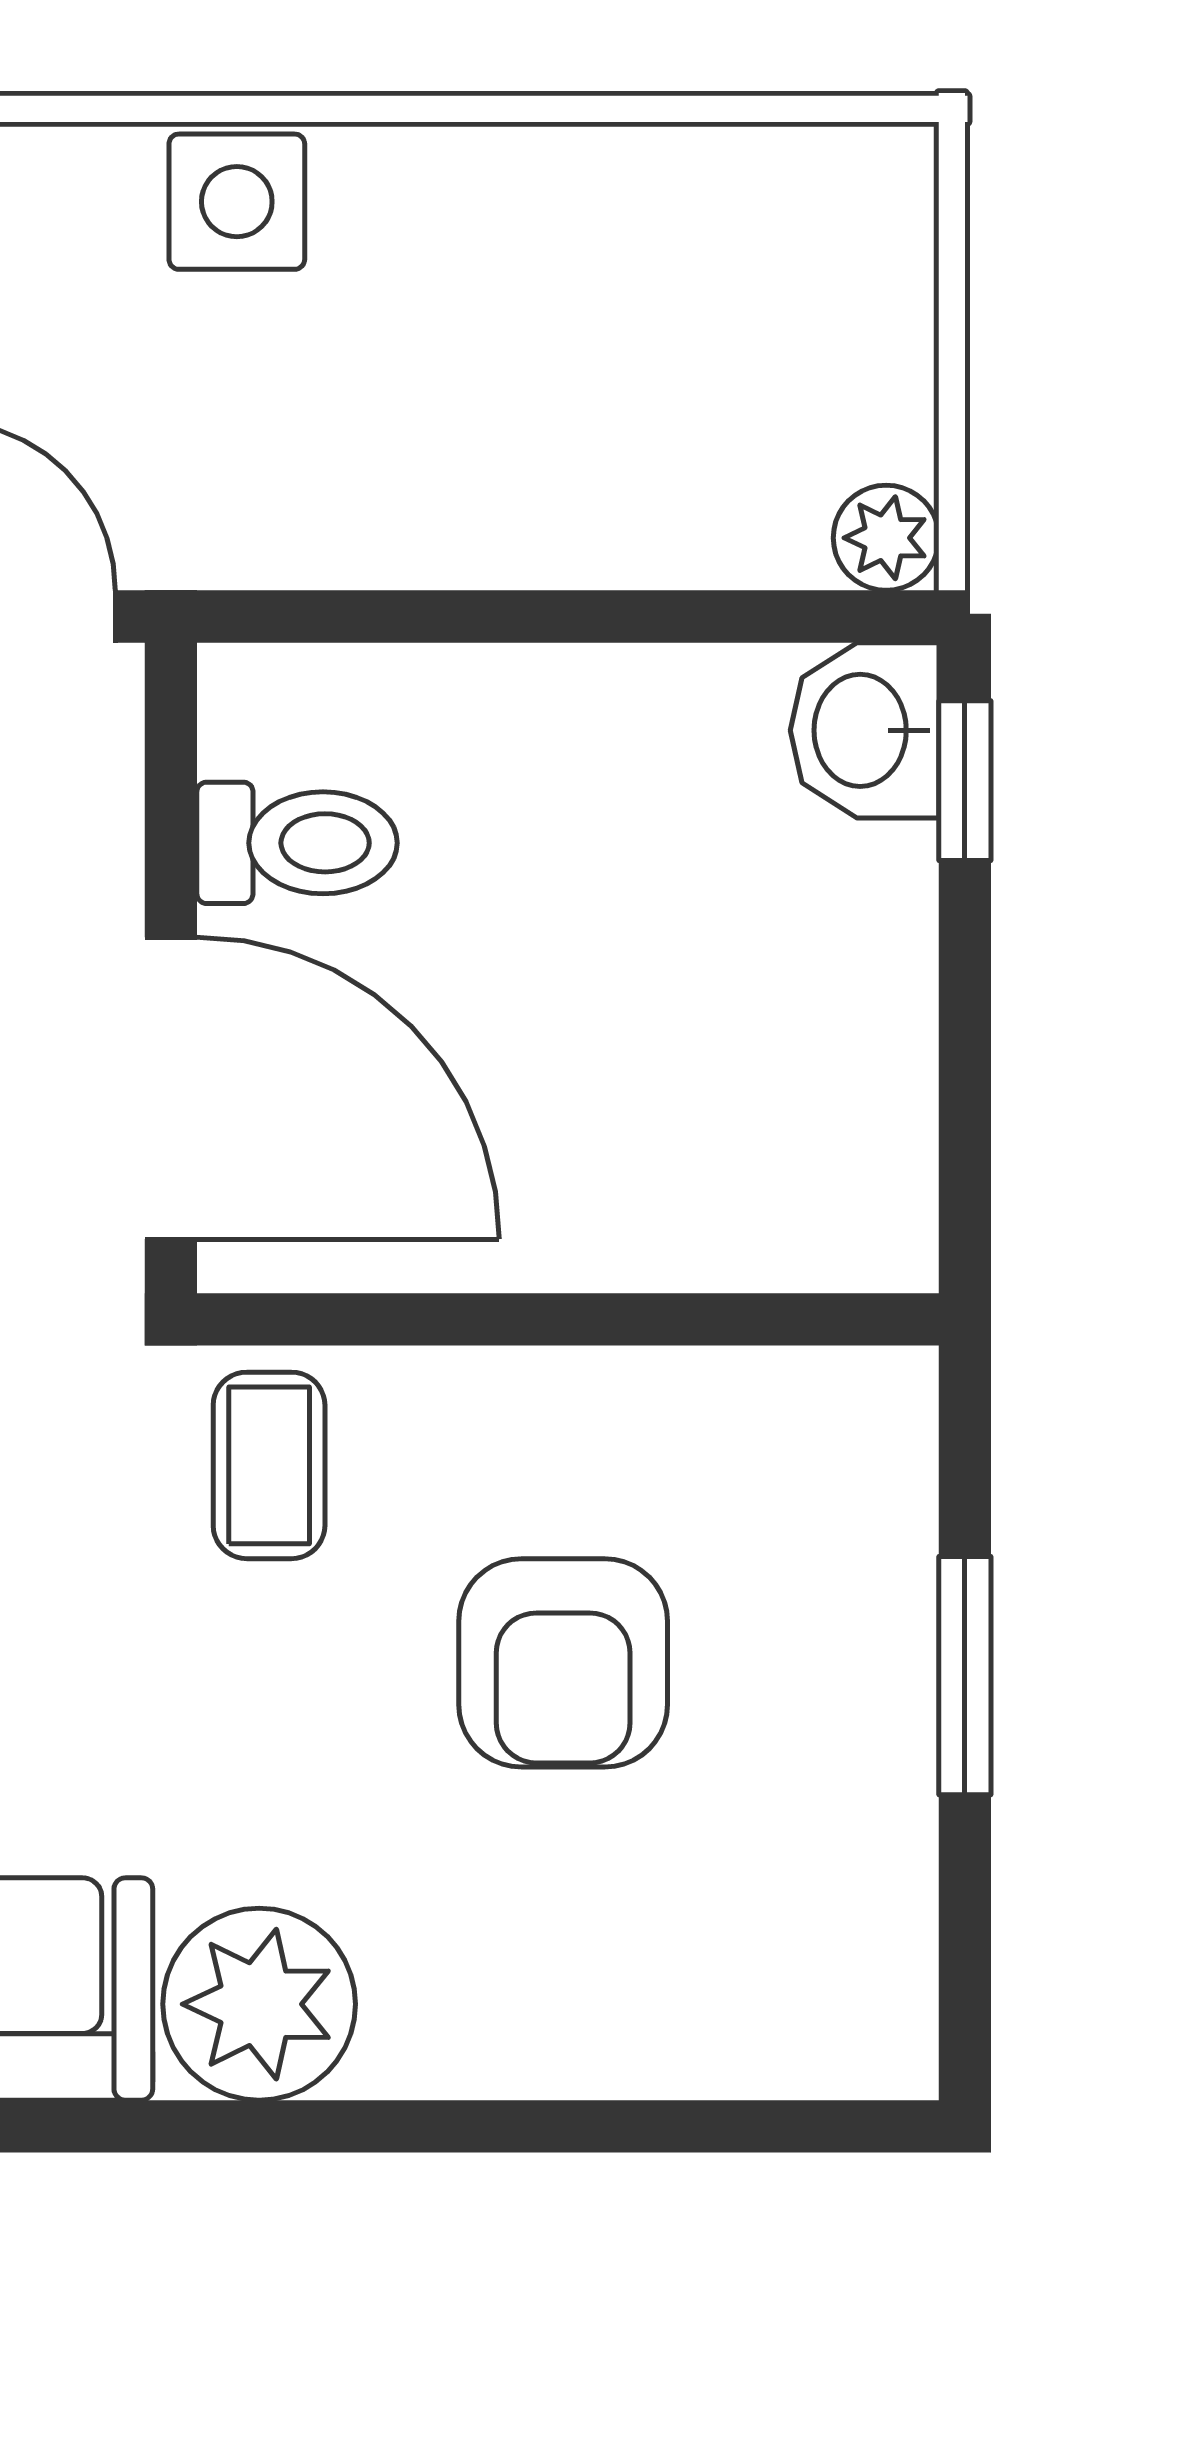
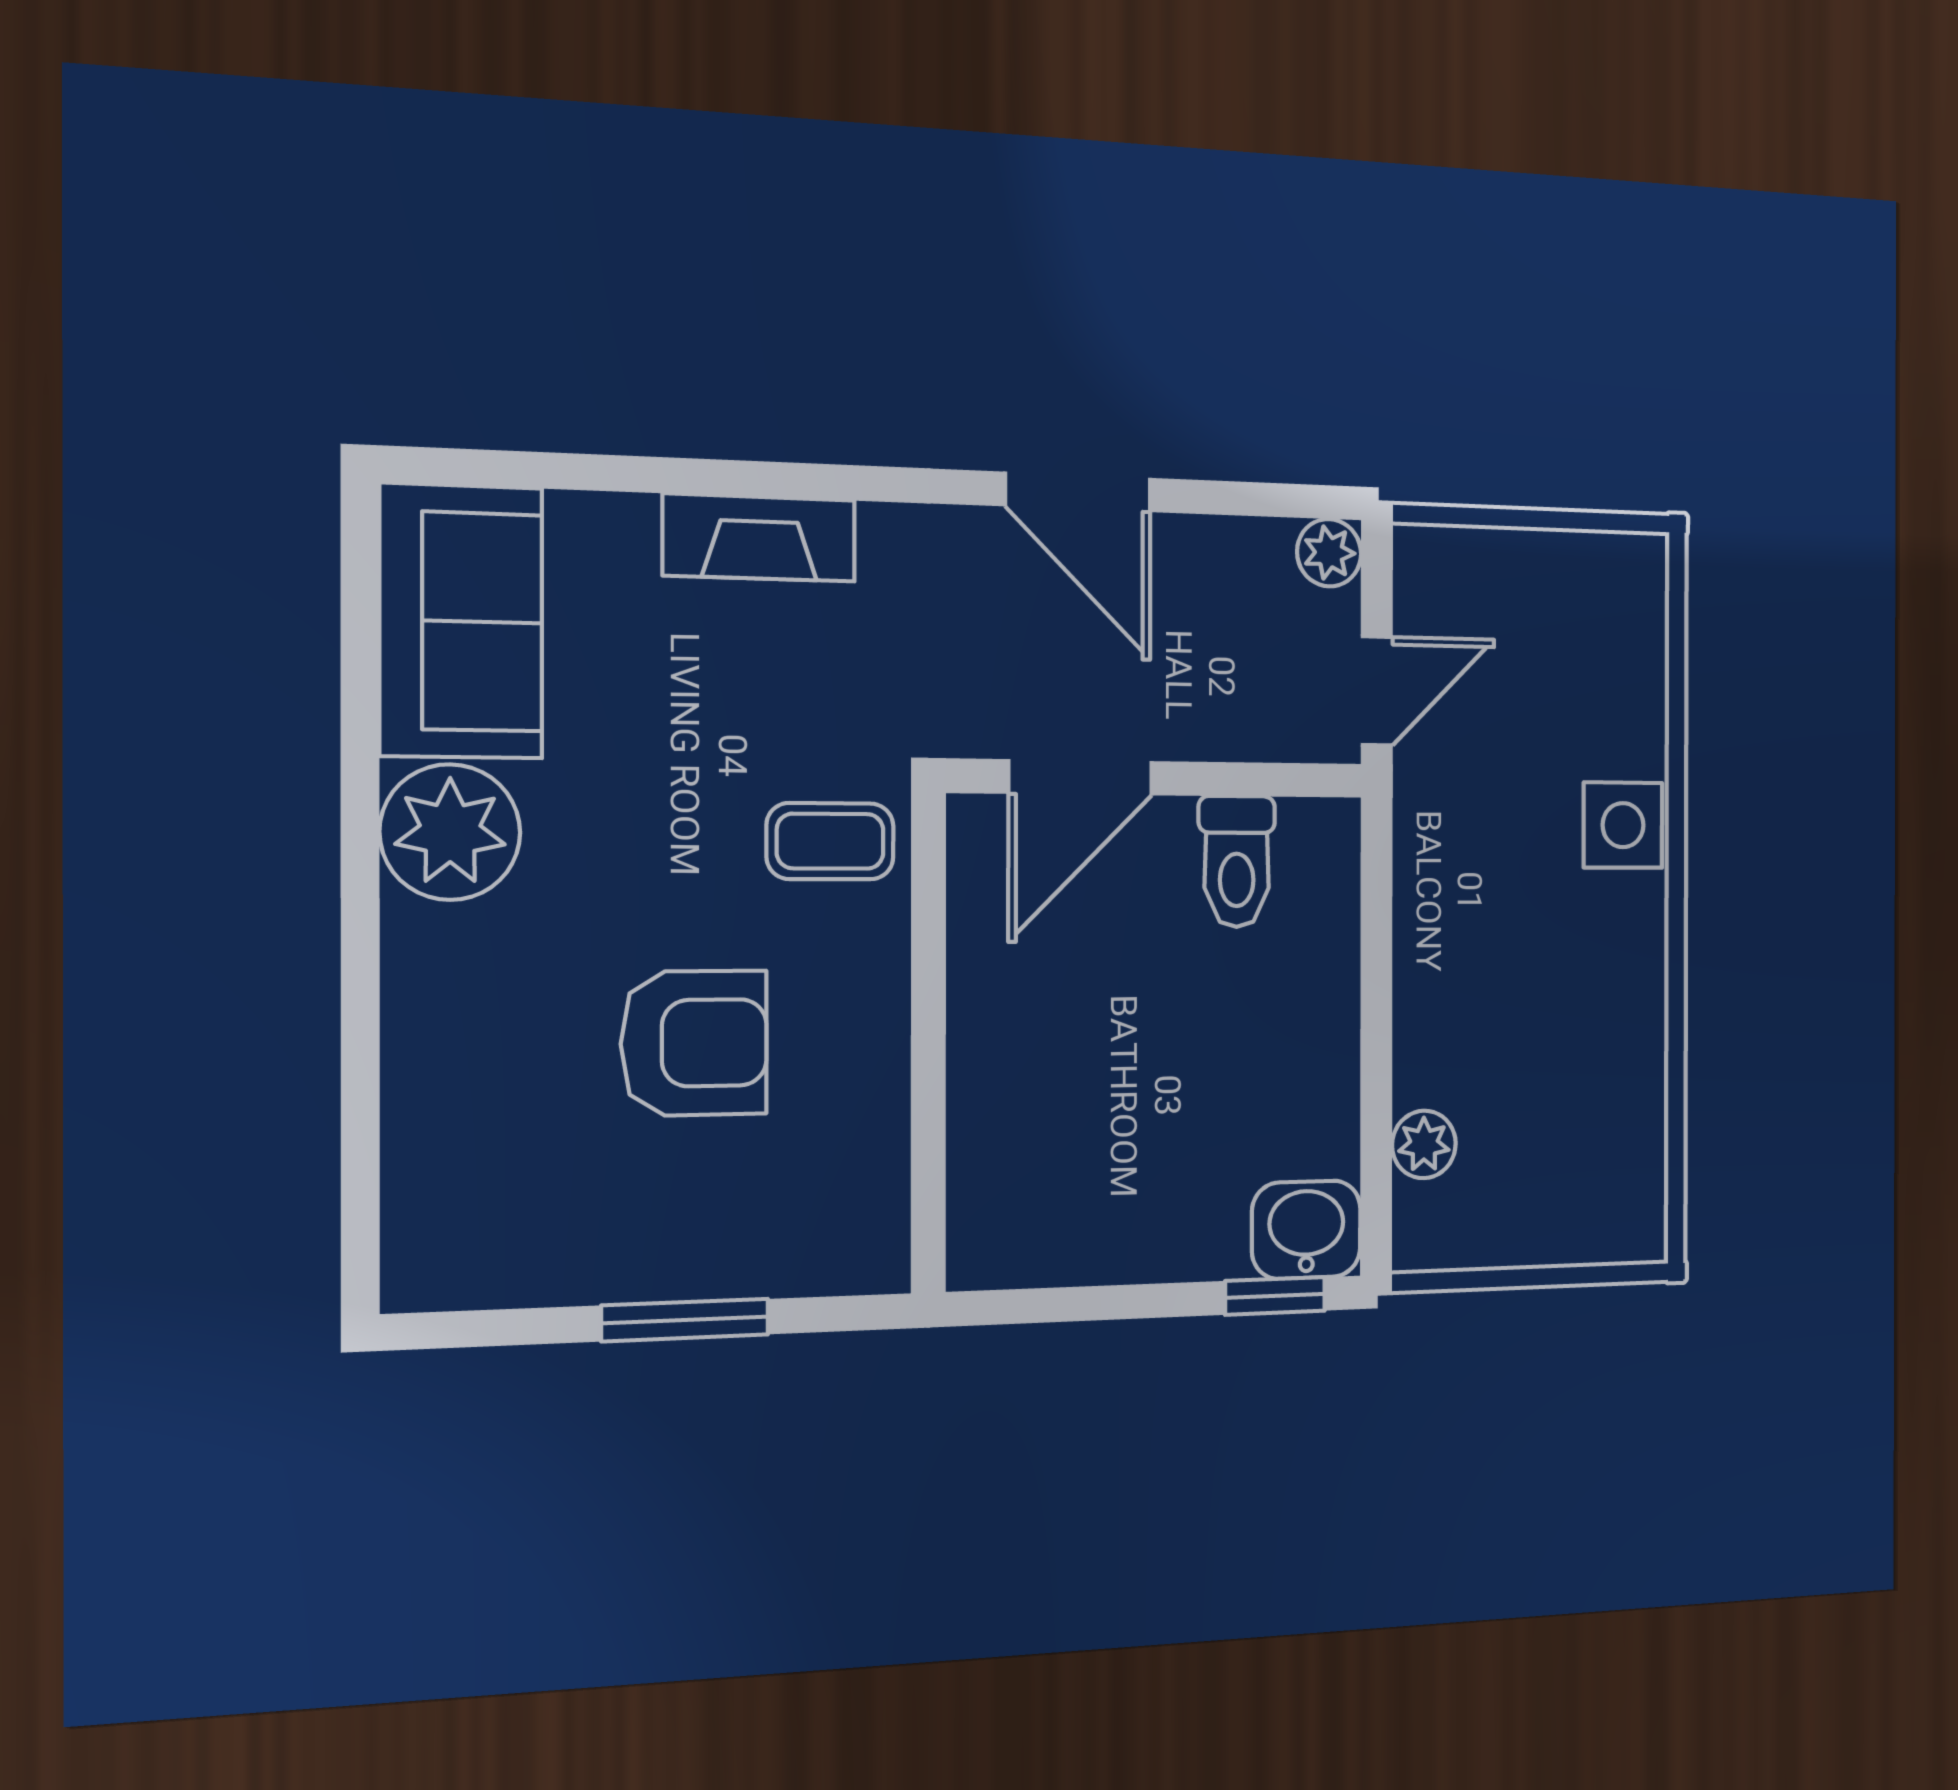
plant: (886, 538) -> (1424, 1144), moved
door: (171, 1088) -> (1080, 777), width x0.73
armchair: (563, 1663) -> (694, 1043), turned 180

